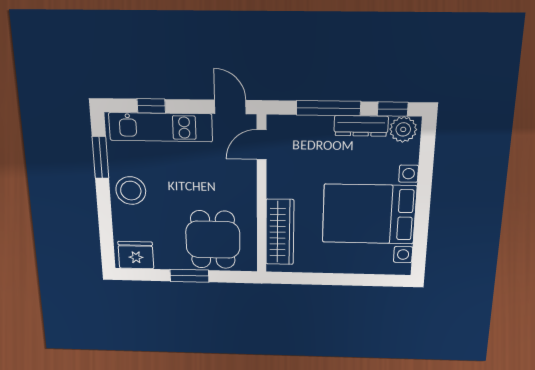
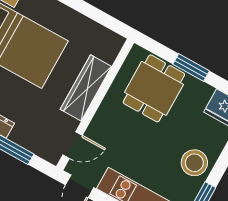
wardrobe: (280, 232) -> (86, 88), moved

